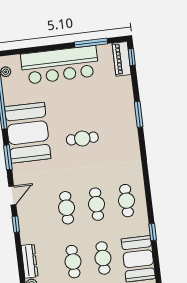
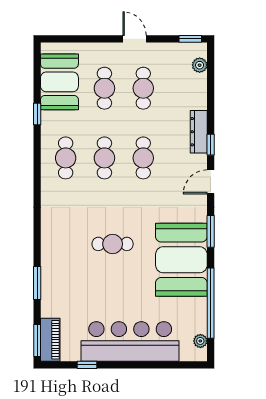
window: (91, 43) -> (87, 365), width x0.46
window: (132, 57) -> (37, 341), width x1.50
window: (139, 114) -> (37, 283), moved
dresser: (29, 261) -> (199, 132), moved

